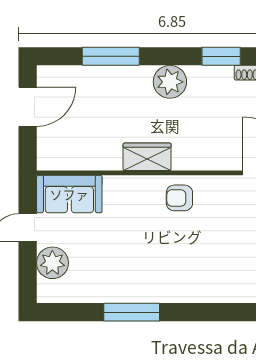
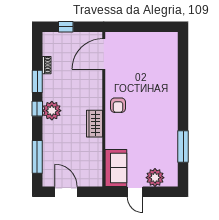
window: (111, 56) -> (37, 157), moved
window: (173, 56) -> (37, 109), added
window: (132, 312) -> (183, 147), moved

